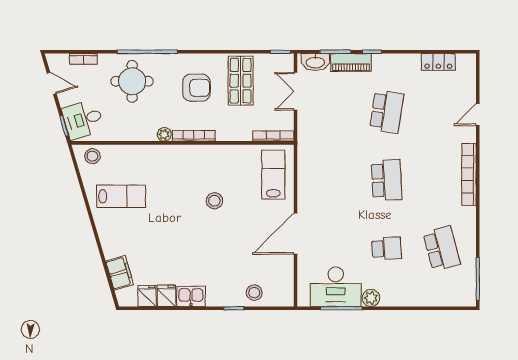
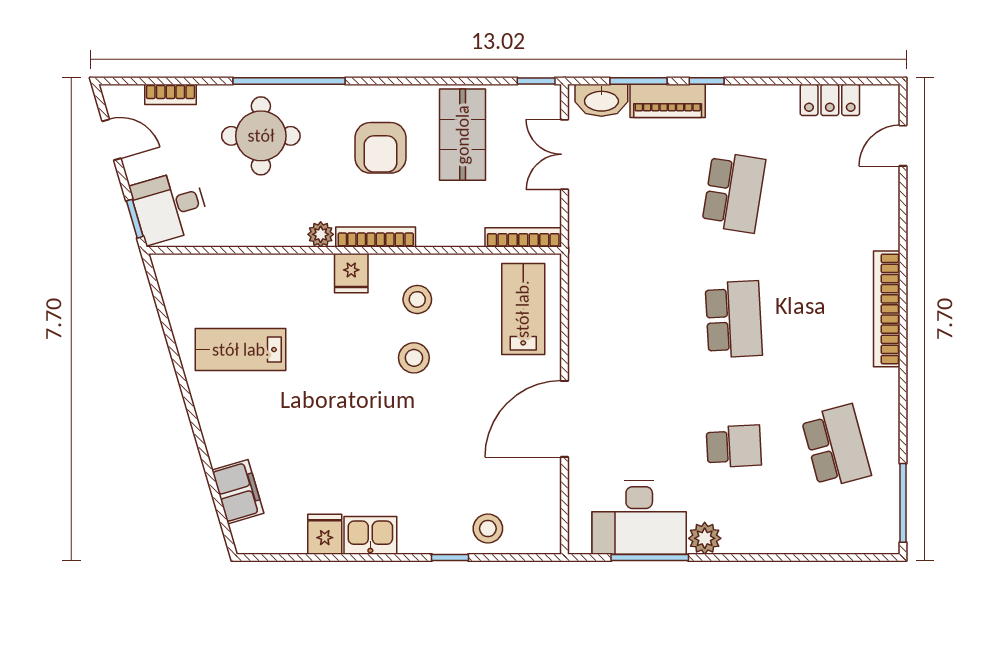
armchair: (196, 88) -> (380, 148), turned 90
door: (478, 115) -> (903, 146), moved
stool: (92, 156) -> (417, 299), moved
lab bench: (121, 196) -> (241, 350), turned 180
fridge: (147, 296) -> (351, 273), moved, turned 180

